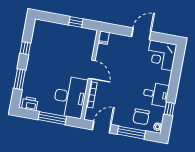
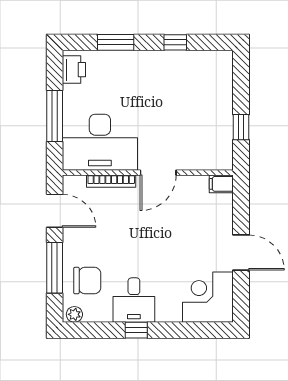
window: (169, 109) -> (136, 330), moved
chair: (141, 117) -> (87, 281), turned 180

